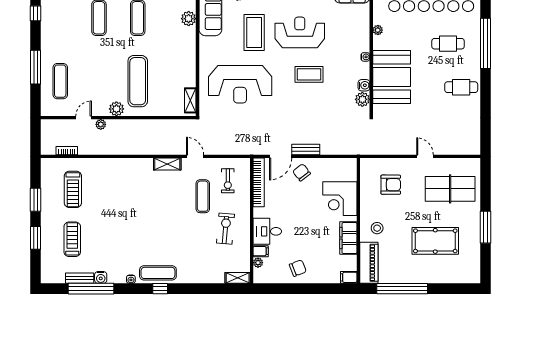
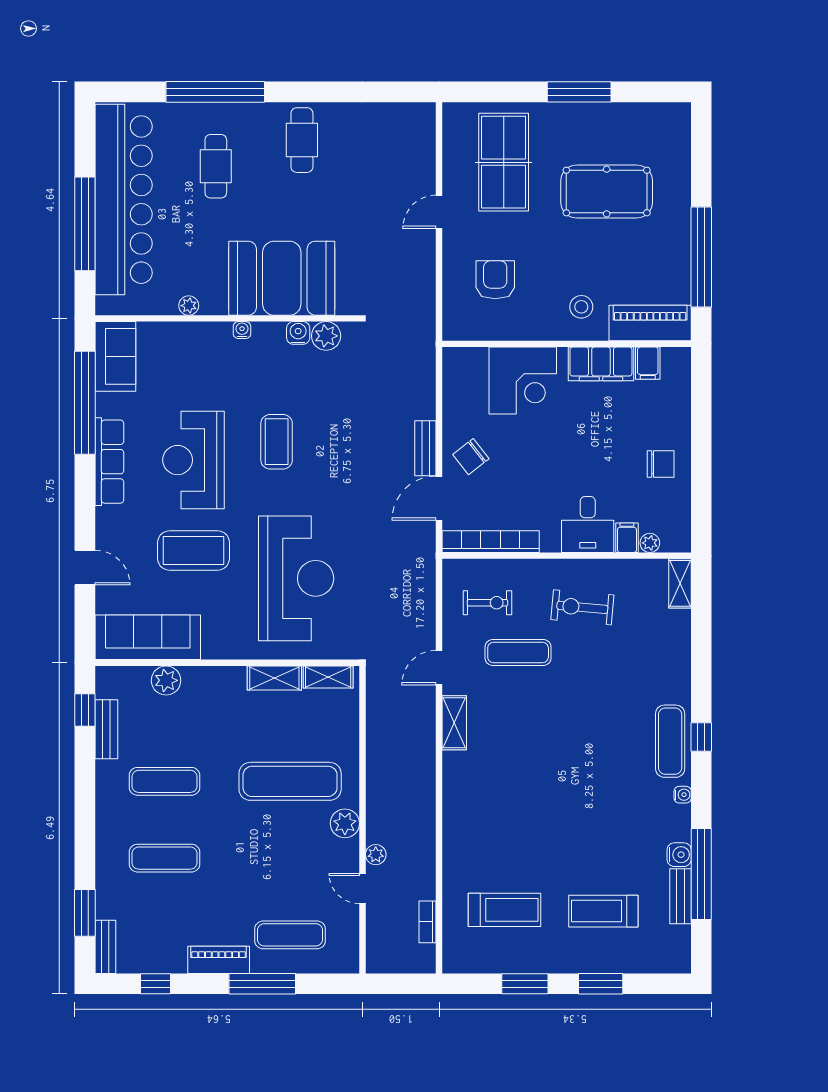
piano: (48, 45) -> (219, 960), added
shelving: (190, 73) -> (274, 678), added
door: (281, 156) -> (439, 498), swing flipped
pool table: (435, 241) -> (607, 192), turned 90
chair: (298, 268) -> (661, 464), turned 111
filing cabinet: (349, 277) -> (648, 363), moved

